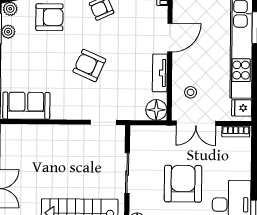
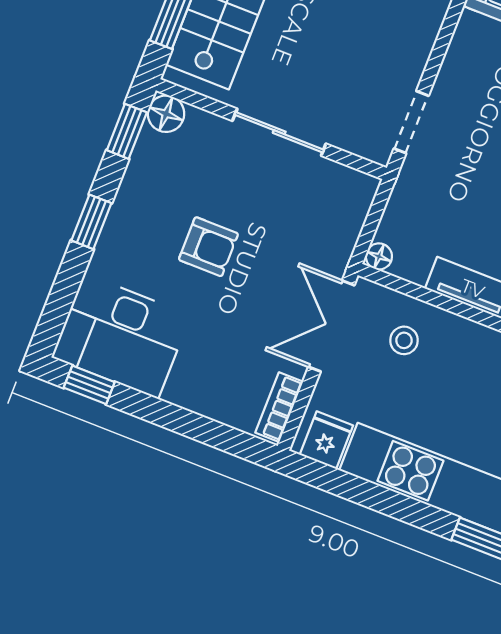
floor lamp: (156, 110) -> (379, 256), width x0.53, depth x0.53
armchair: (183, 184) -> (208, 247), width x0.53, depth x0.53

